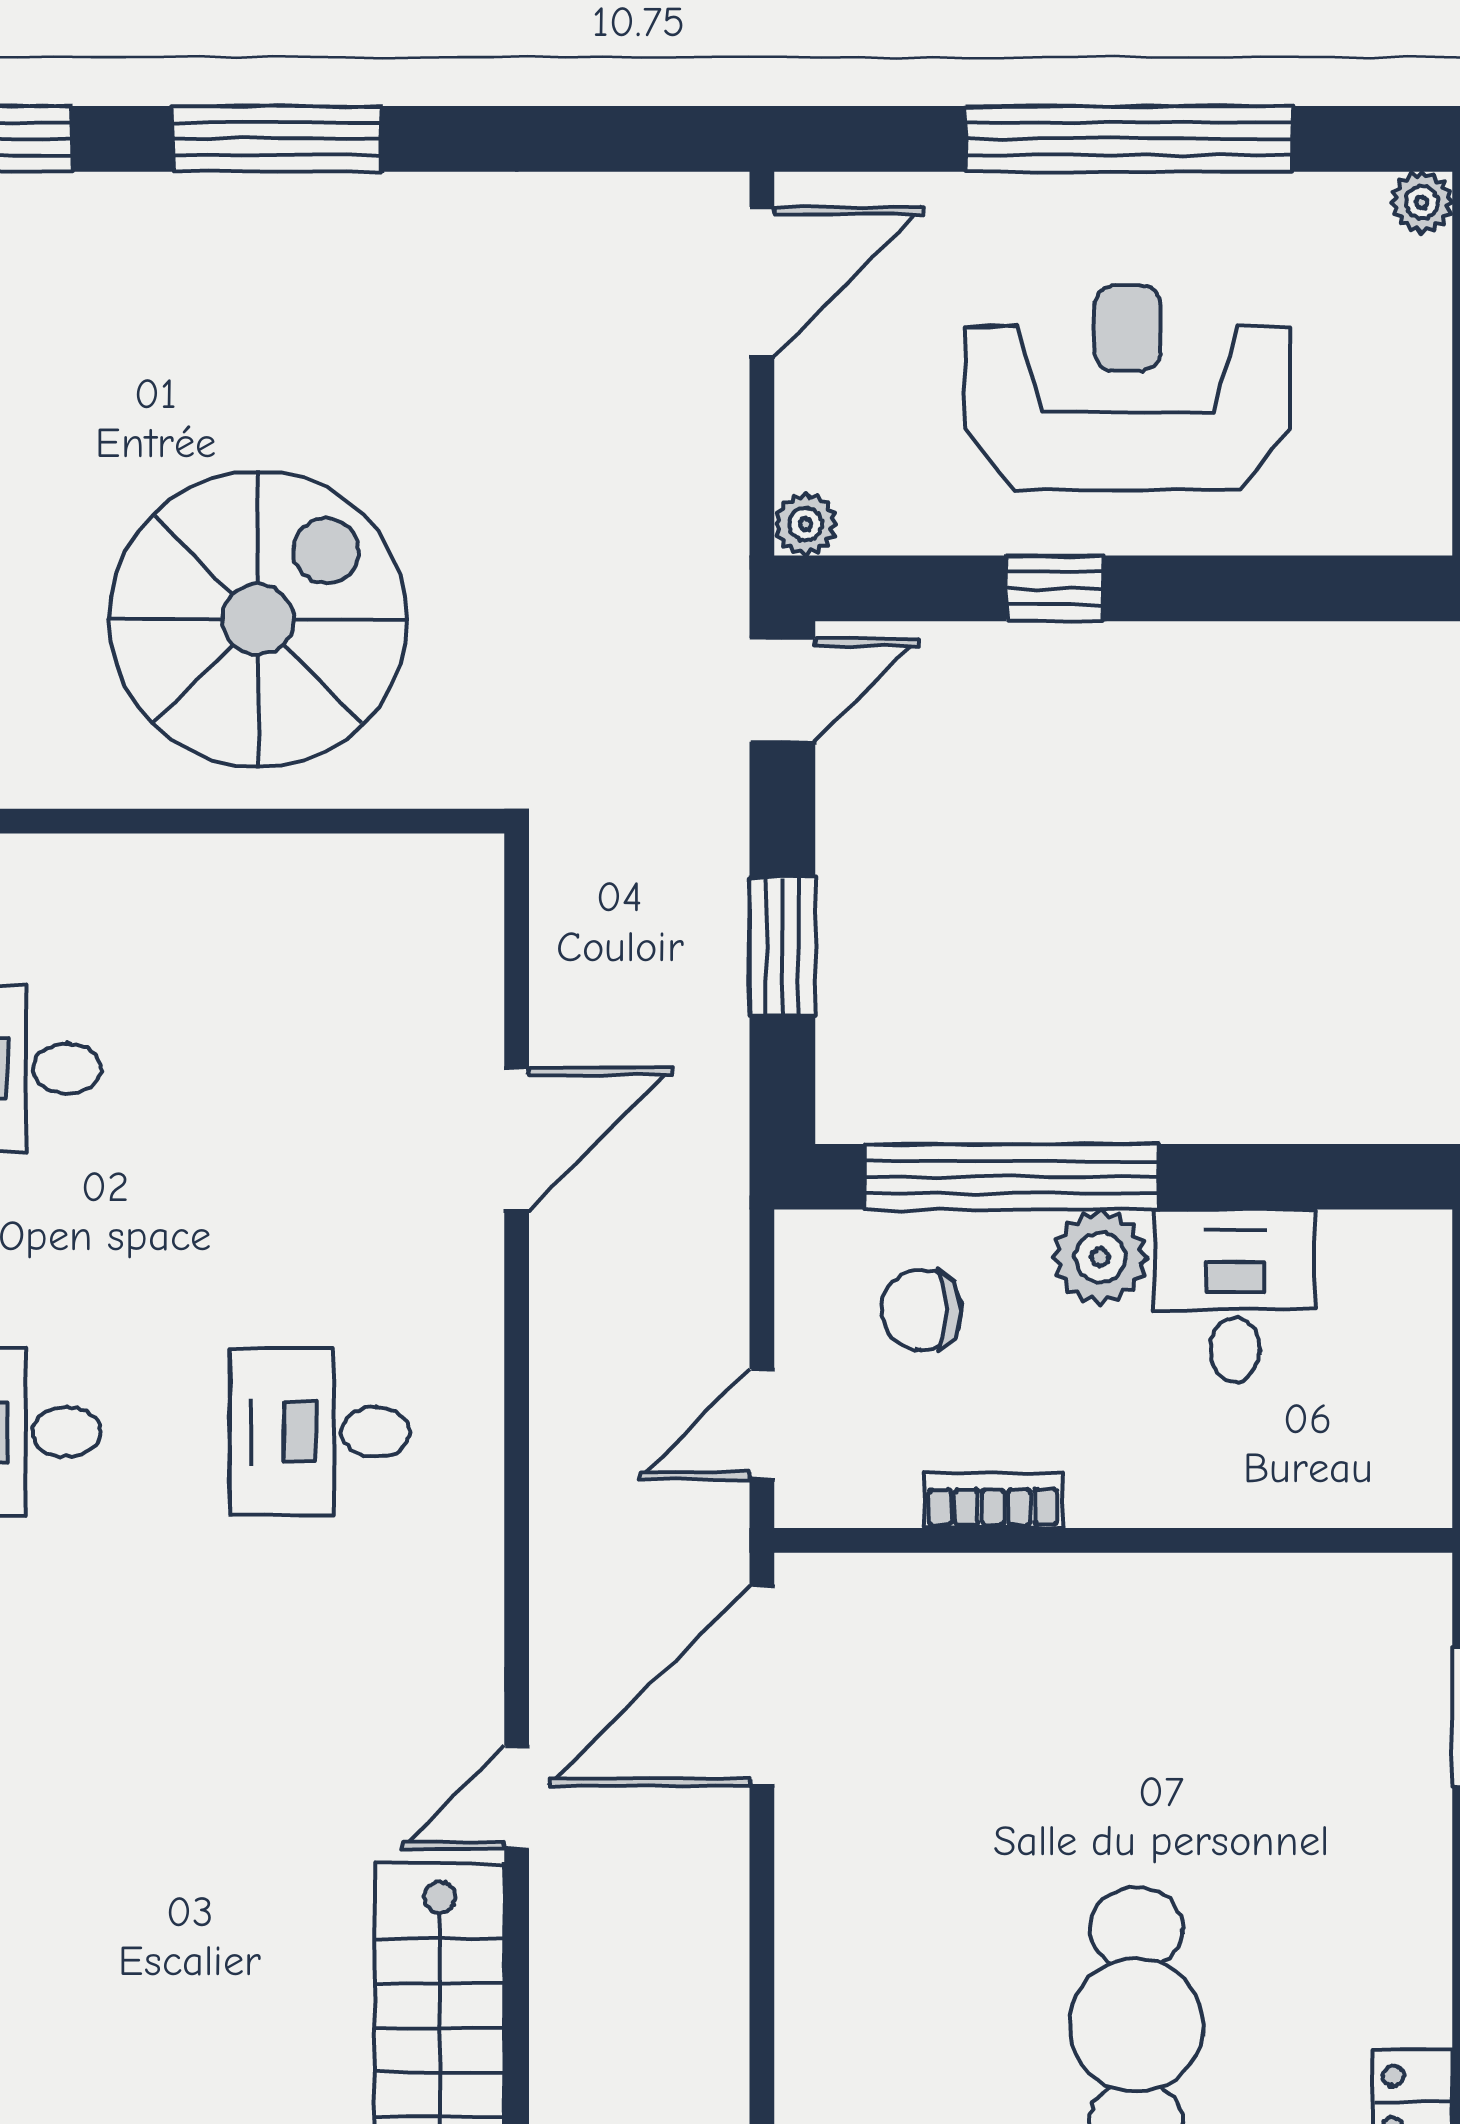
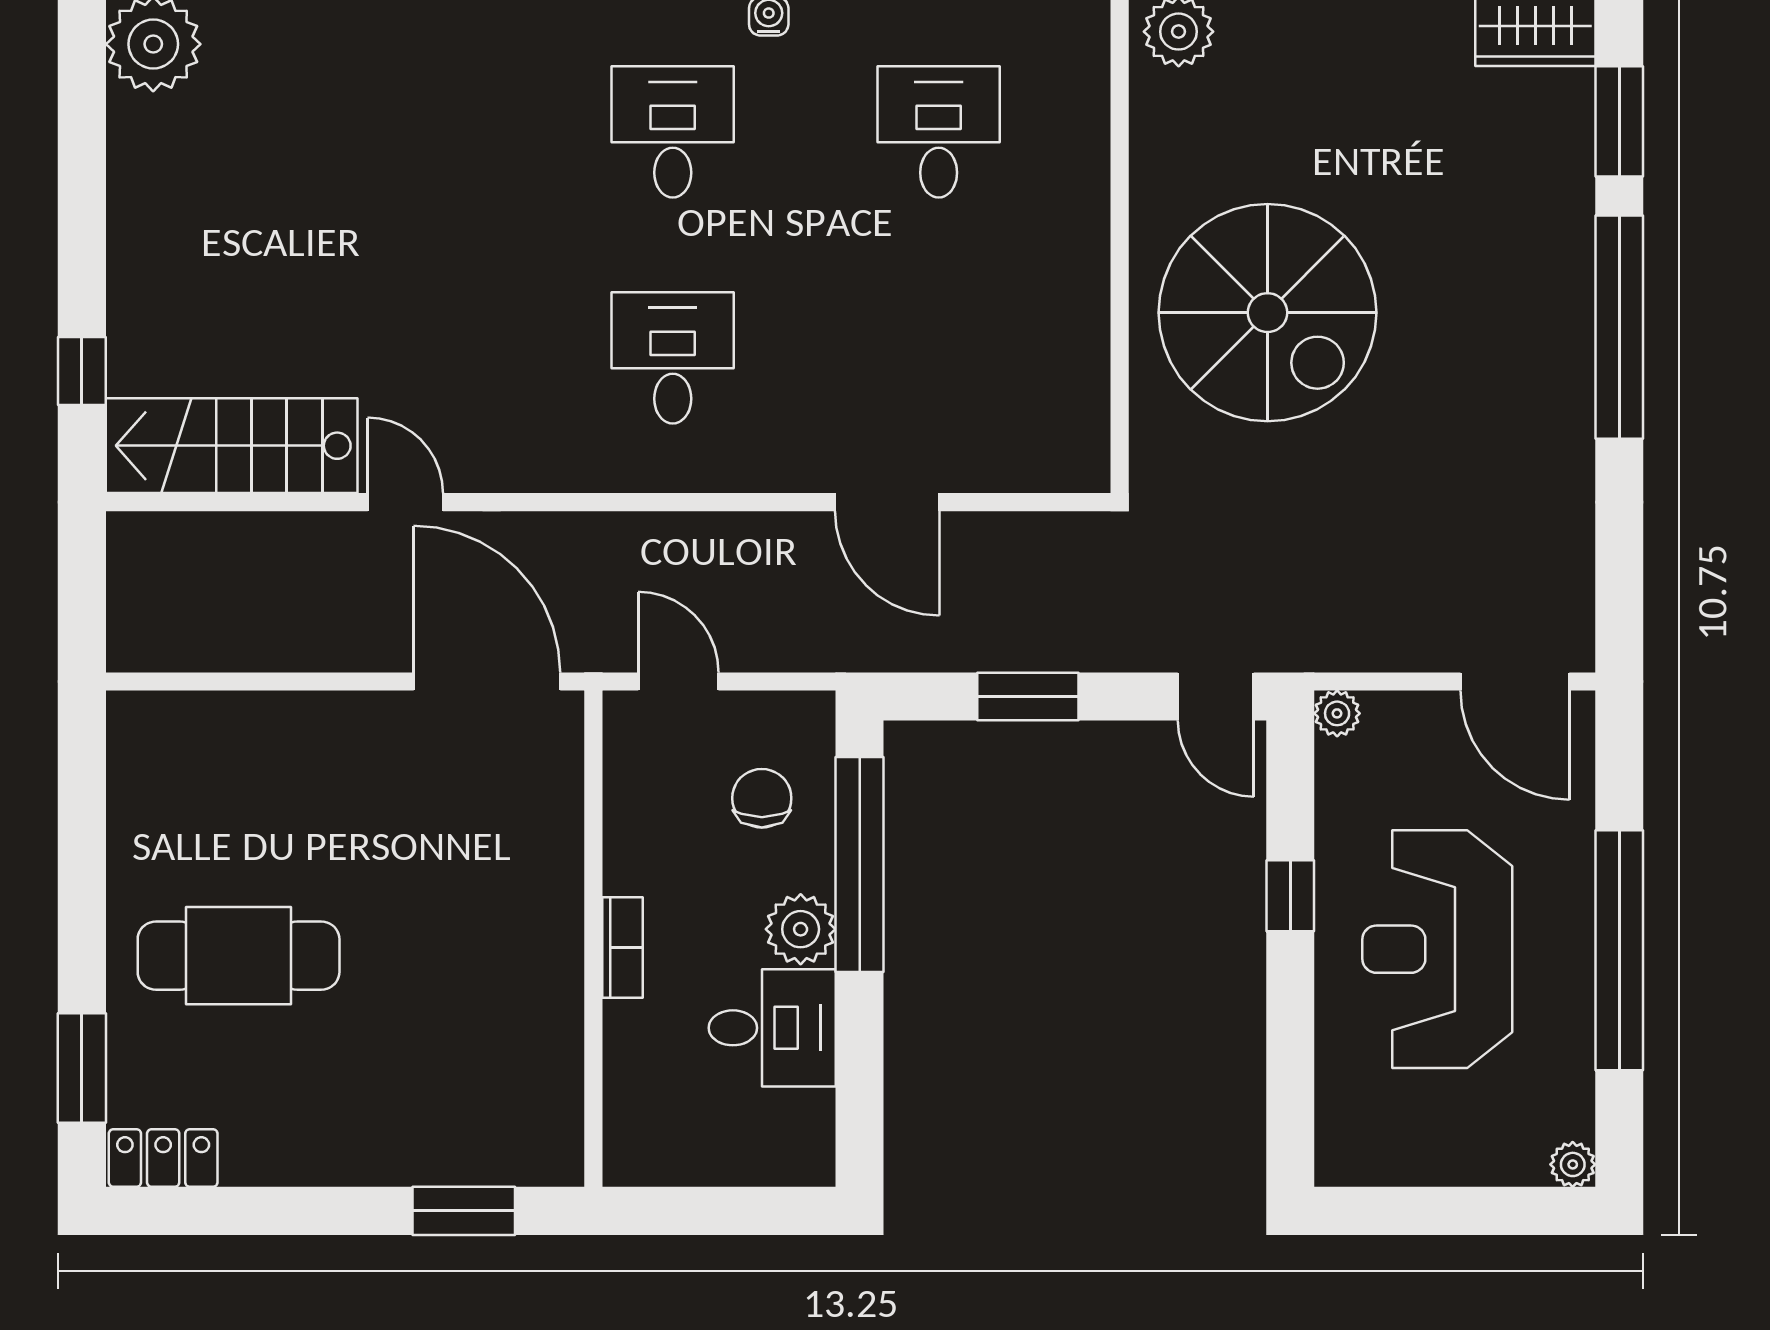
window: (278, 139) -> (1619, 327), width x1.46
reception desk: (1127, 388) -> (1437, 949), turned 180
bookcase: (993, 1501) -> (622, 948), moved

